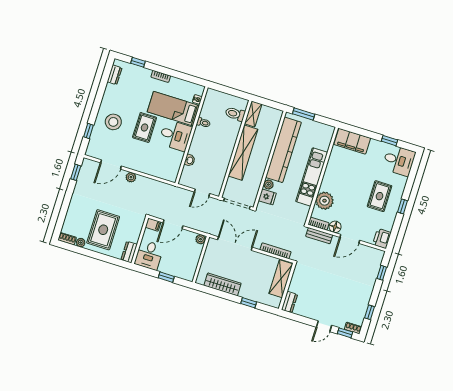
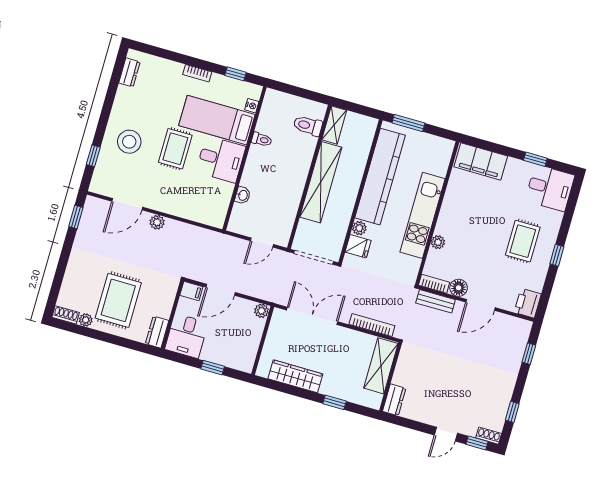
window: (138, 62) -> (235, 74), moved
plant: (325, 201) -> (438, 242), width x0.53, depth x0.53

